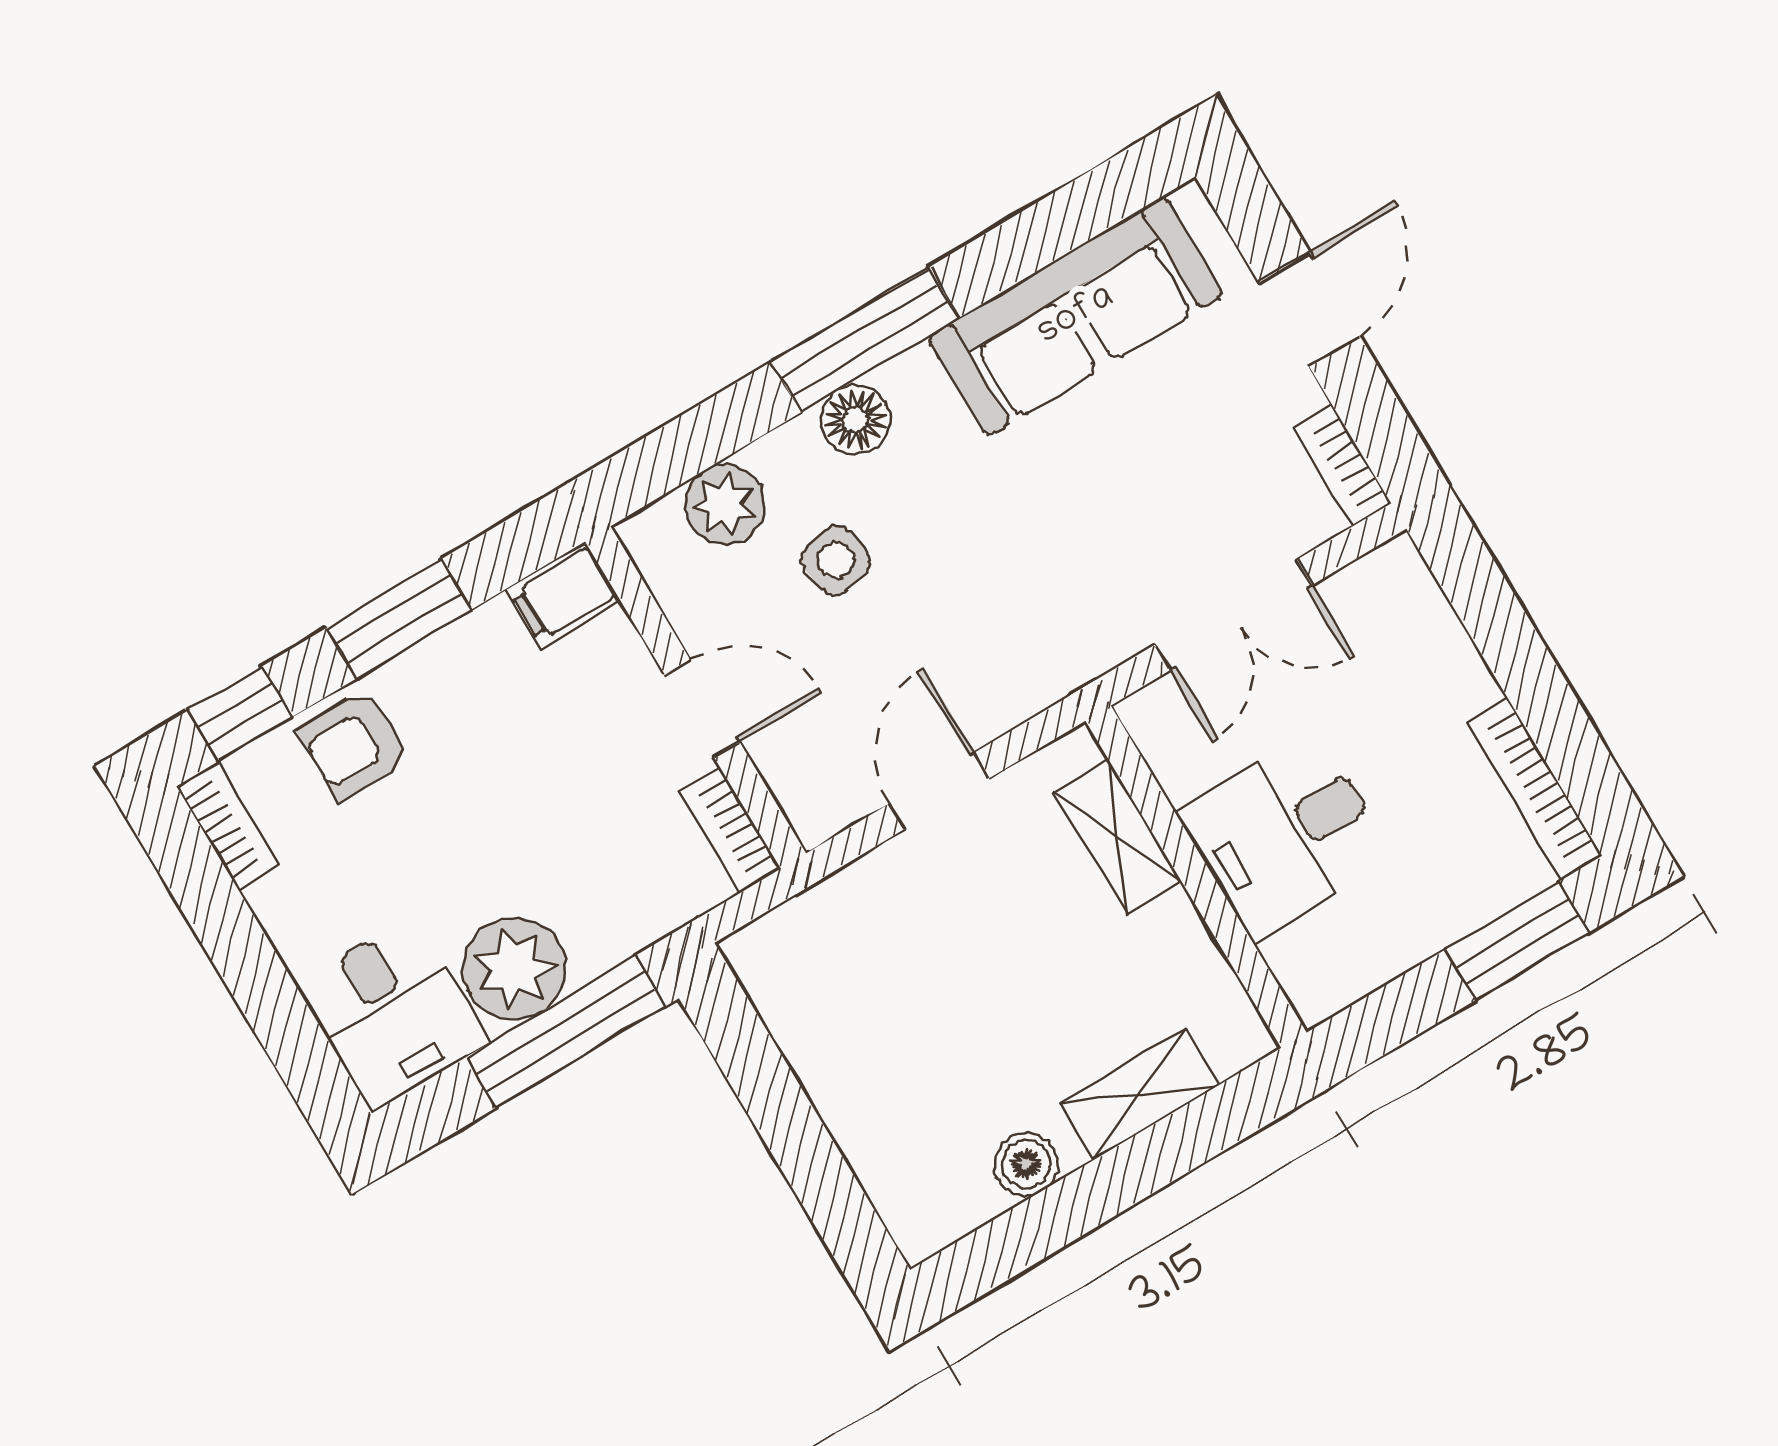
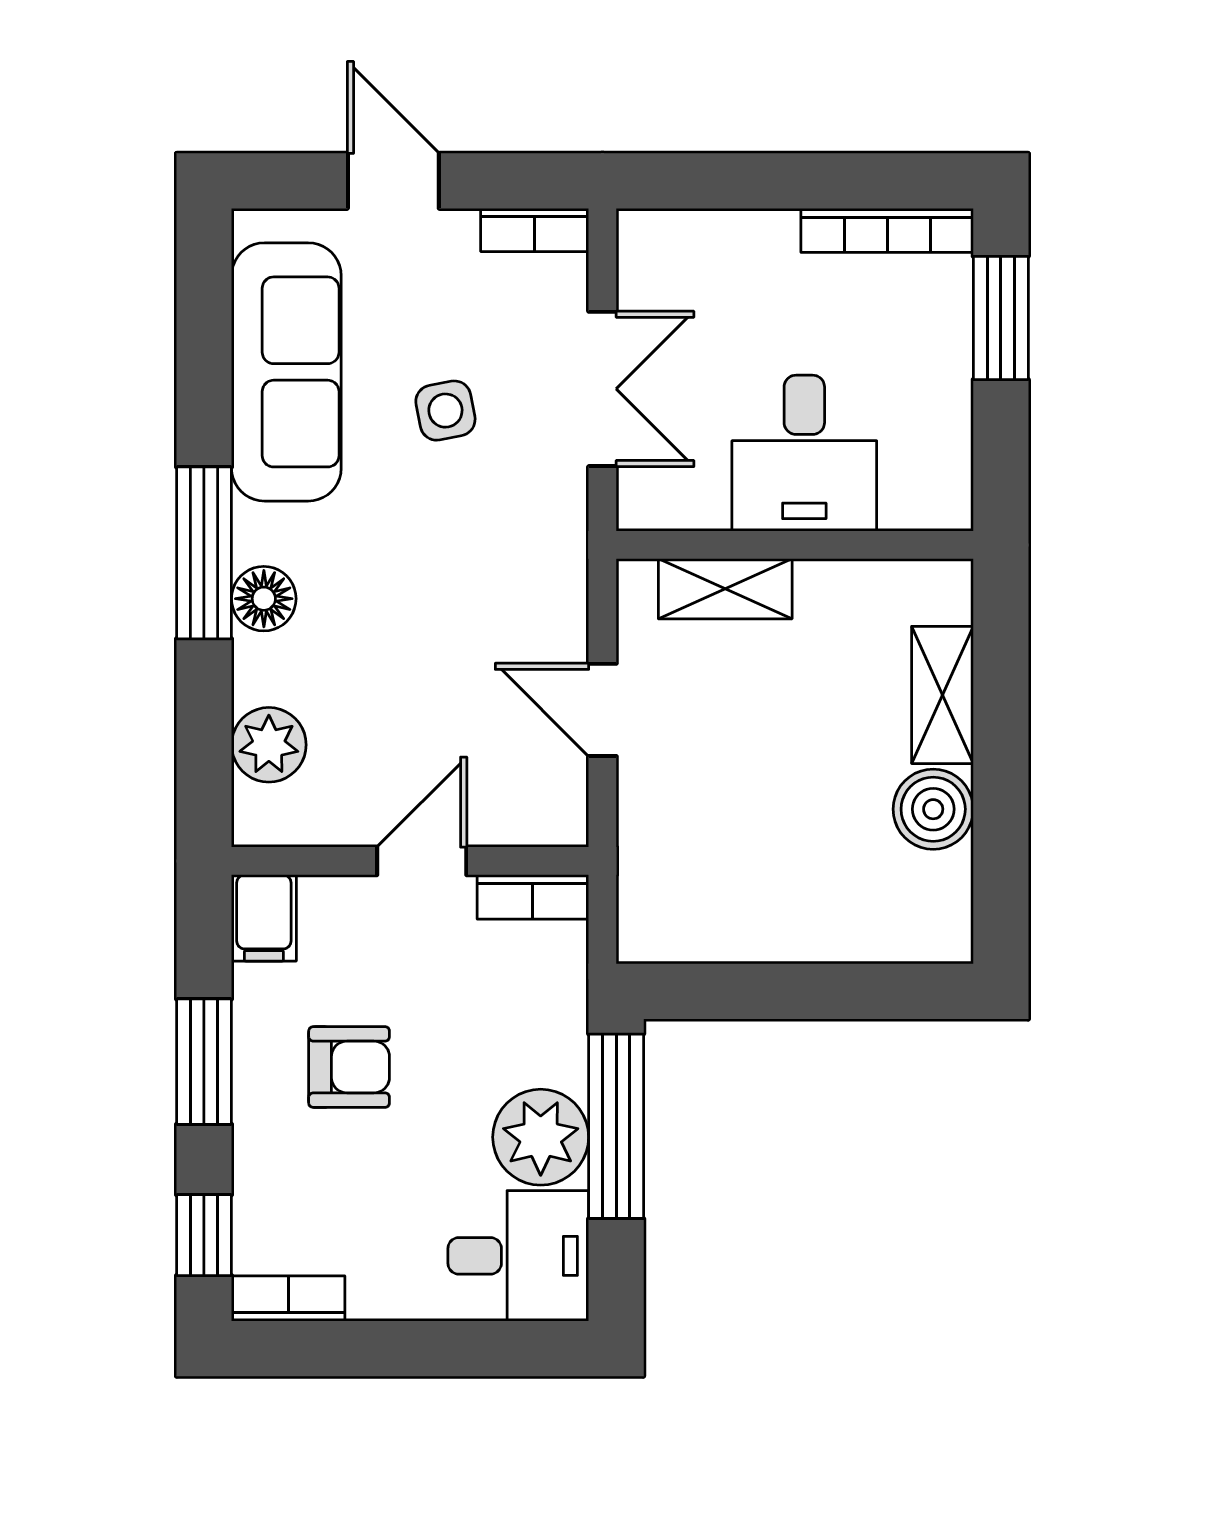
side table: (836, 560) -> (445, 411), moved
armchair: (354, 745) -> (349, 1067), moved, turned -90
boiler: (1026, 1164) -> (933, 809), width x1.36, depth x1.36

